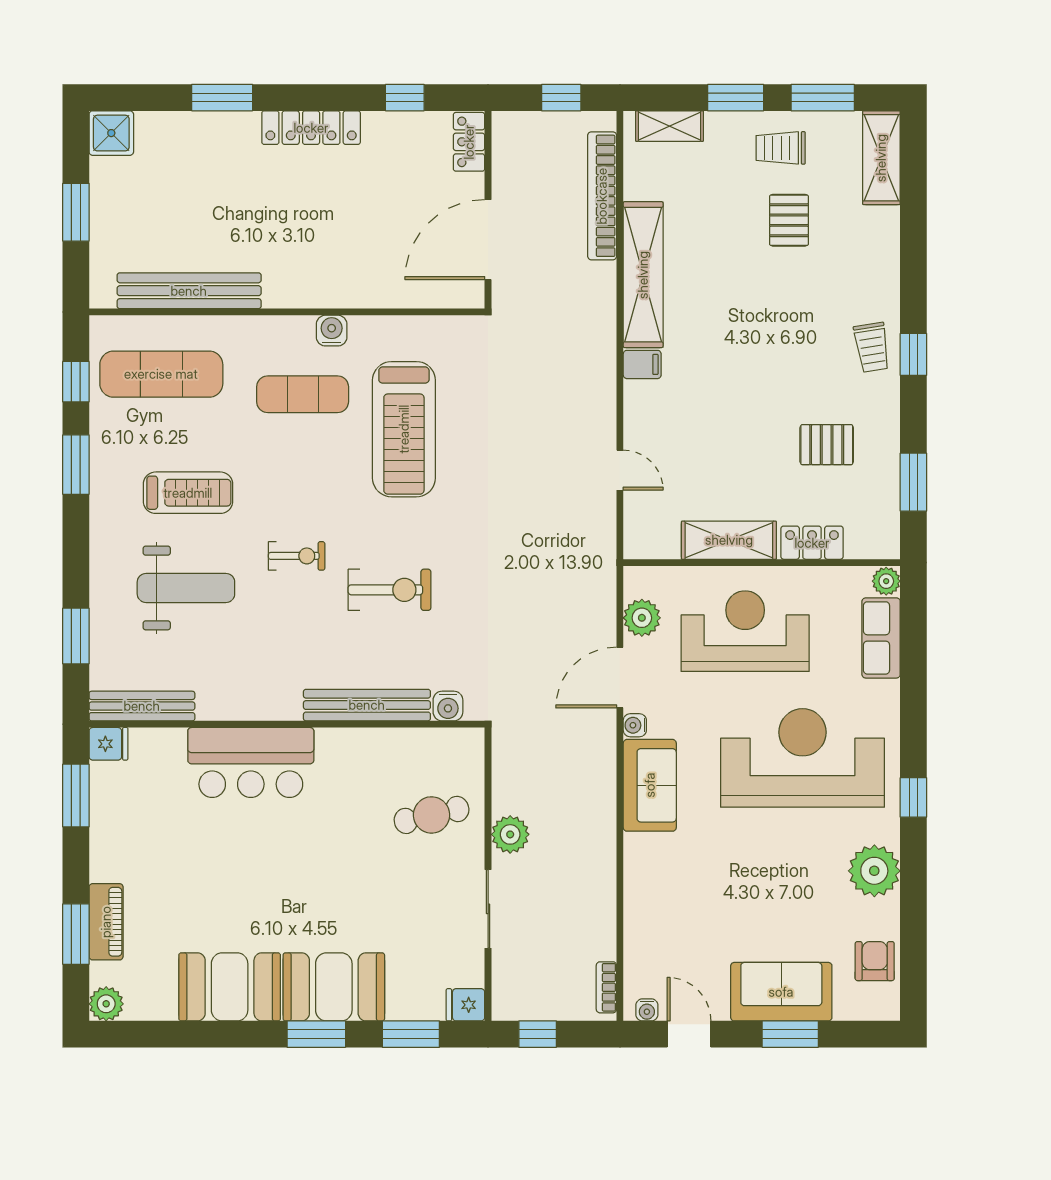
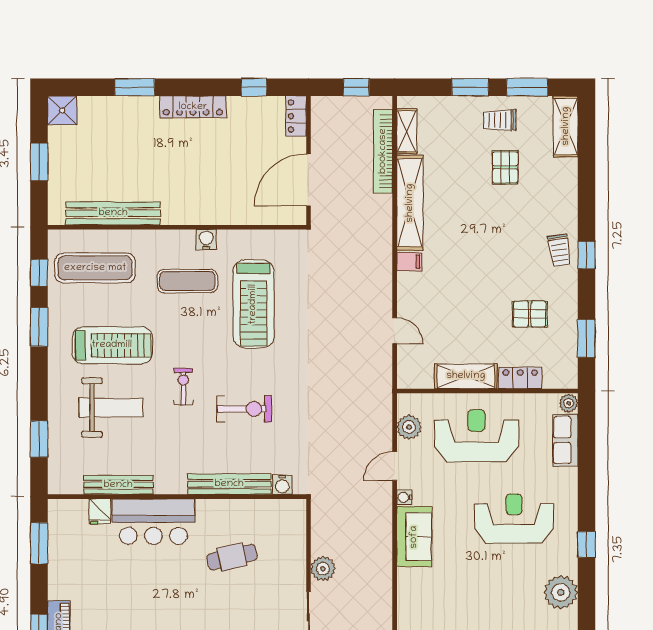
shelving: (670, 126) -> (407, 131), moved, turned 90
treadmill: (188, 493) -> (112, 345), width x1.37, depth x1.38
exercise bike: (297, 556) -> (183, 387), turned -90
door: (620, 678) -> (395, 466), width x0.73
bench: (142, 706) -> (118, 485), moved
fridge: (108, 744) -> (100, 511), moved, turned 90
reception desk: (803, 758) -> (514, 519), width x0.74, depth x0.77
cafe table: (432, 815) -> (232, 557), moved

